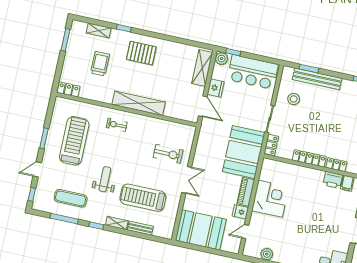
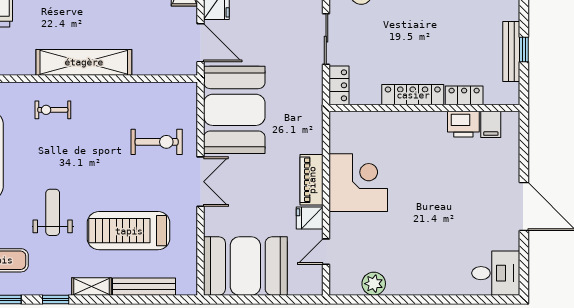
booth: (244, 152) -> (234, 110), moved
bench: (140, 228) -> (144, 287), width x1.36

